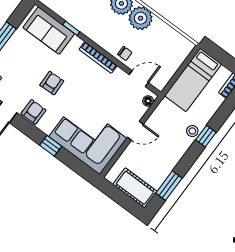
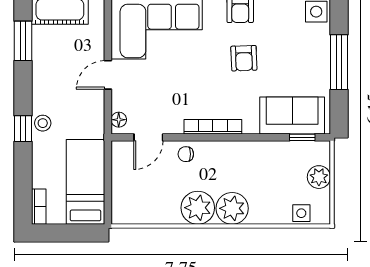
window: (71, 28) -> (302, 137), moved

